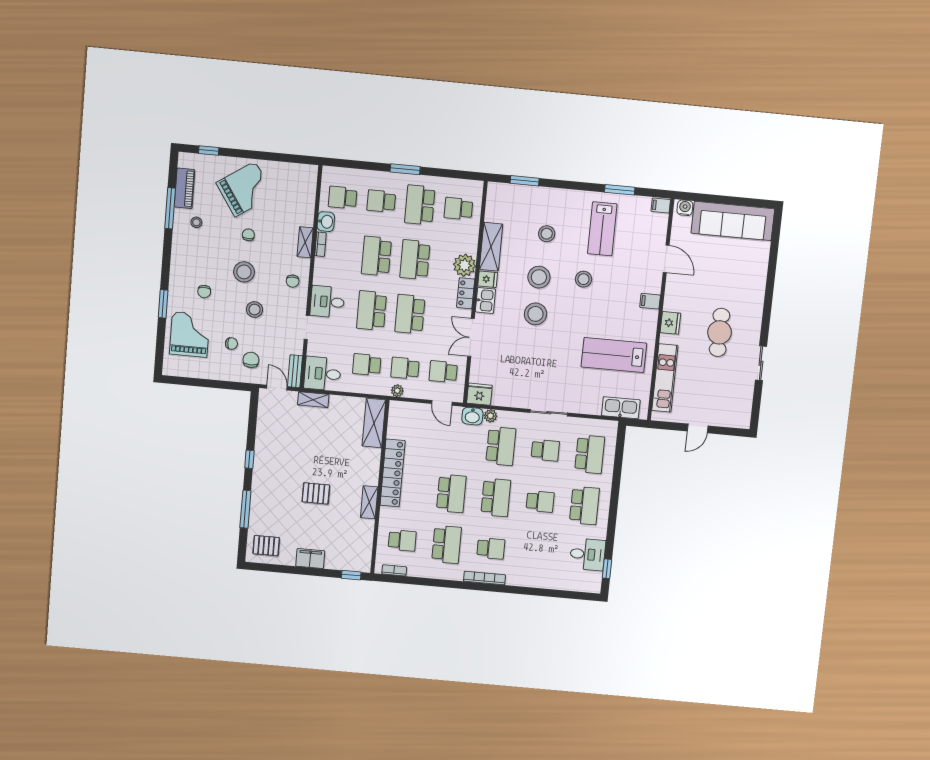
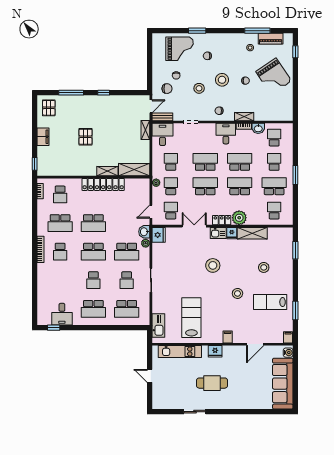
stool: (539, 277) -> (236, 265), removed
desk: (327, 302) -> (226, 134), moved
shelving: (369, 502) -> (107, 171), moved

